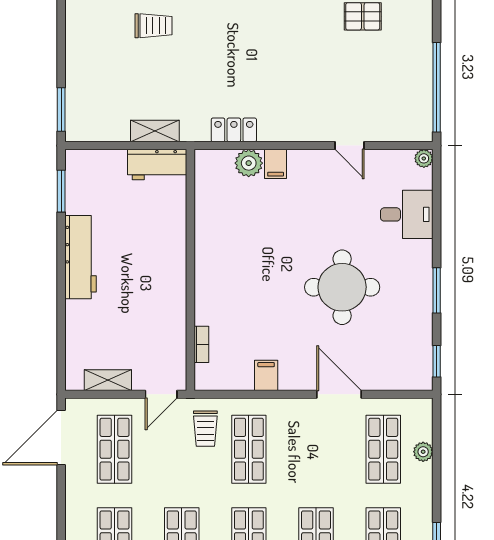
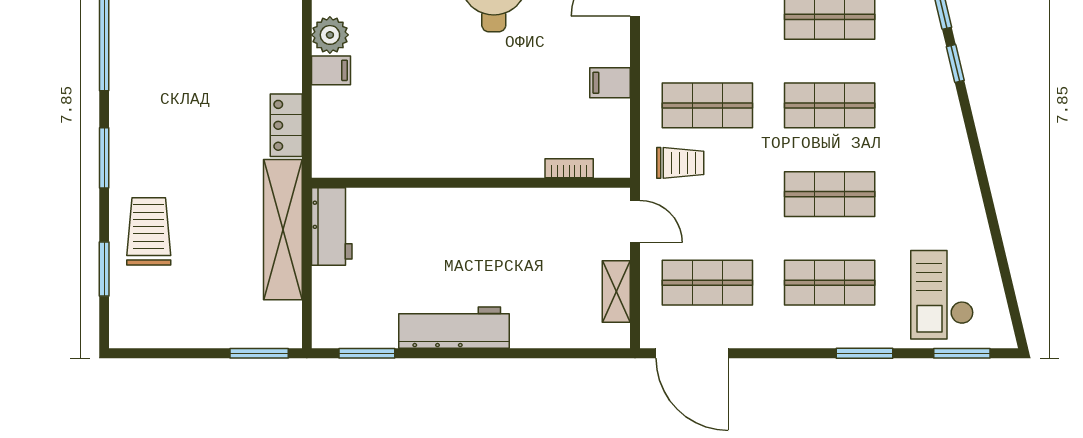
trolley: (153, 26) -> (149, 231), width x1.36, depth x1.39
shelving: (155, 131) -> (283, 230), width x2.20, depth x1.33
plant: (249, 163) -> (330, 35), moved

